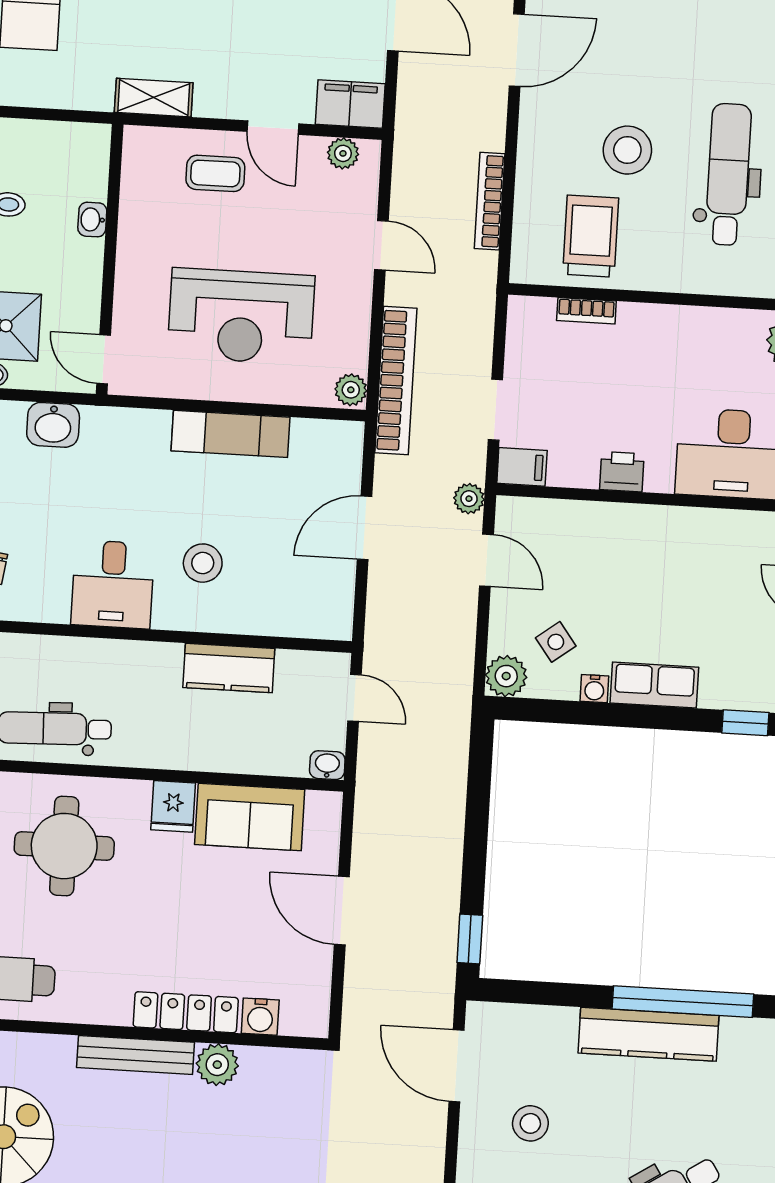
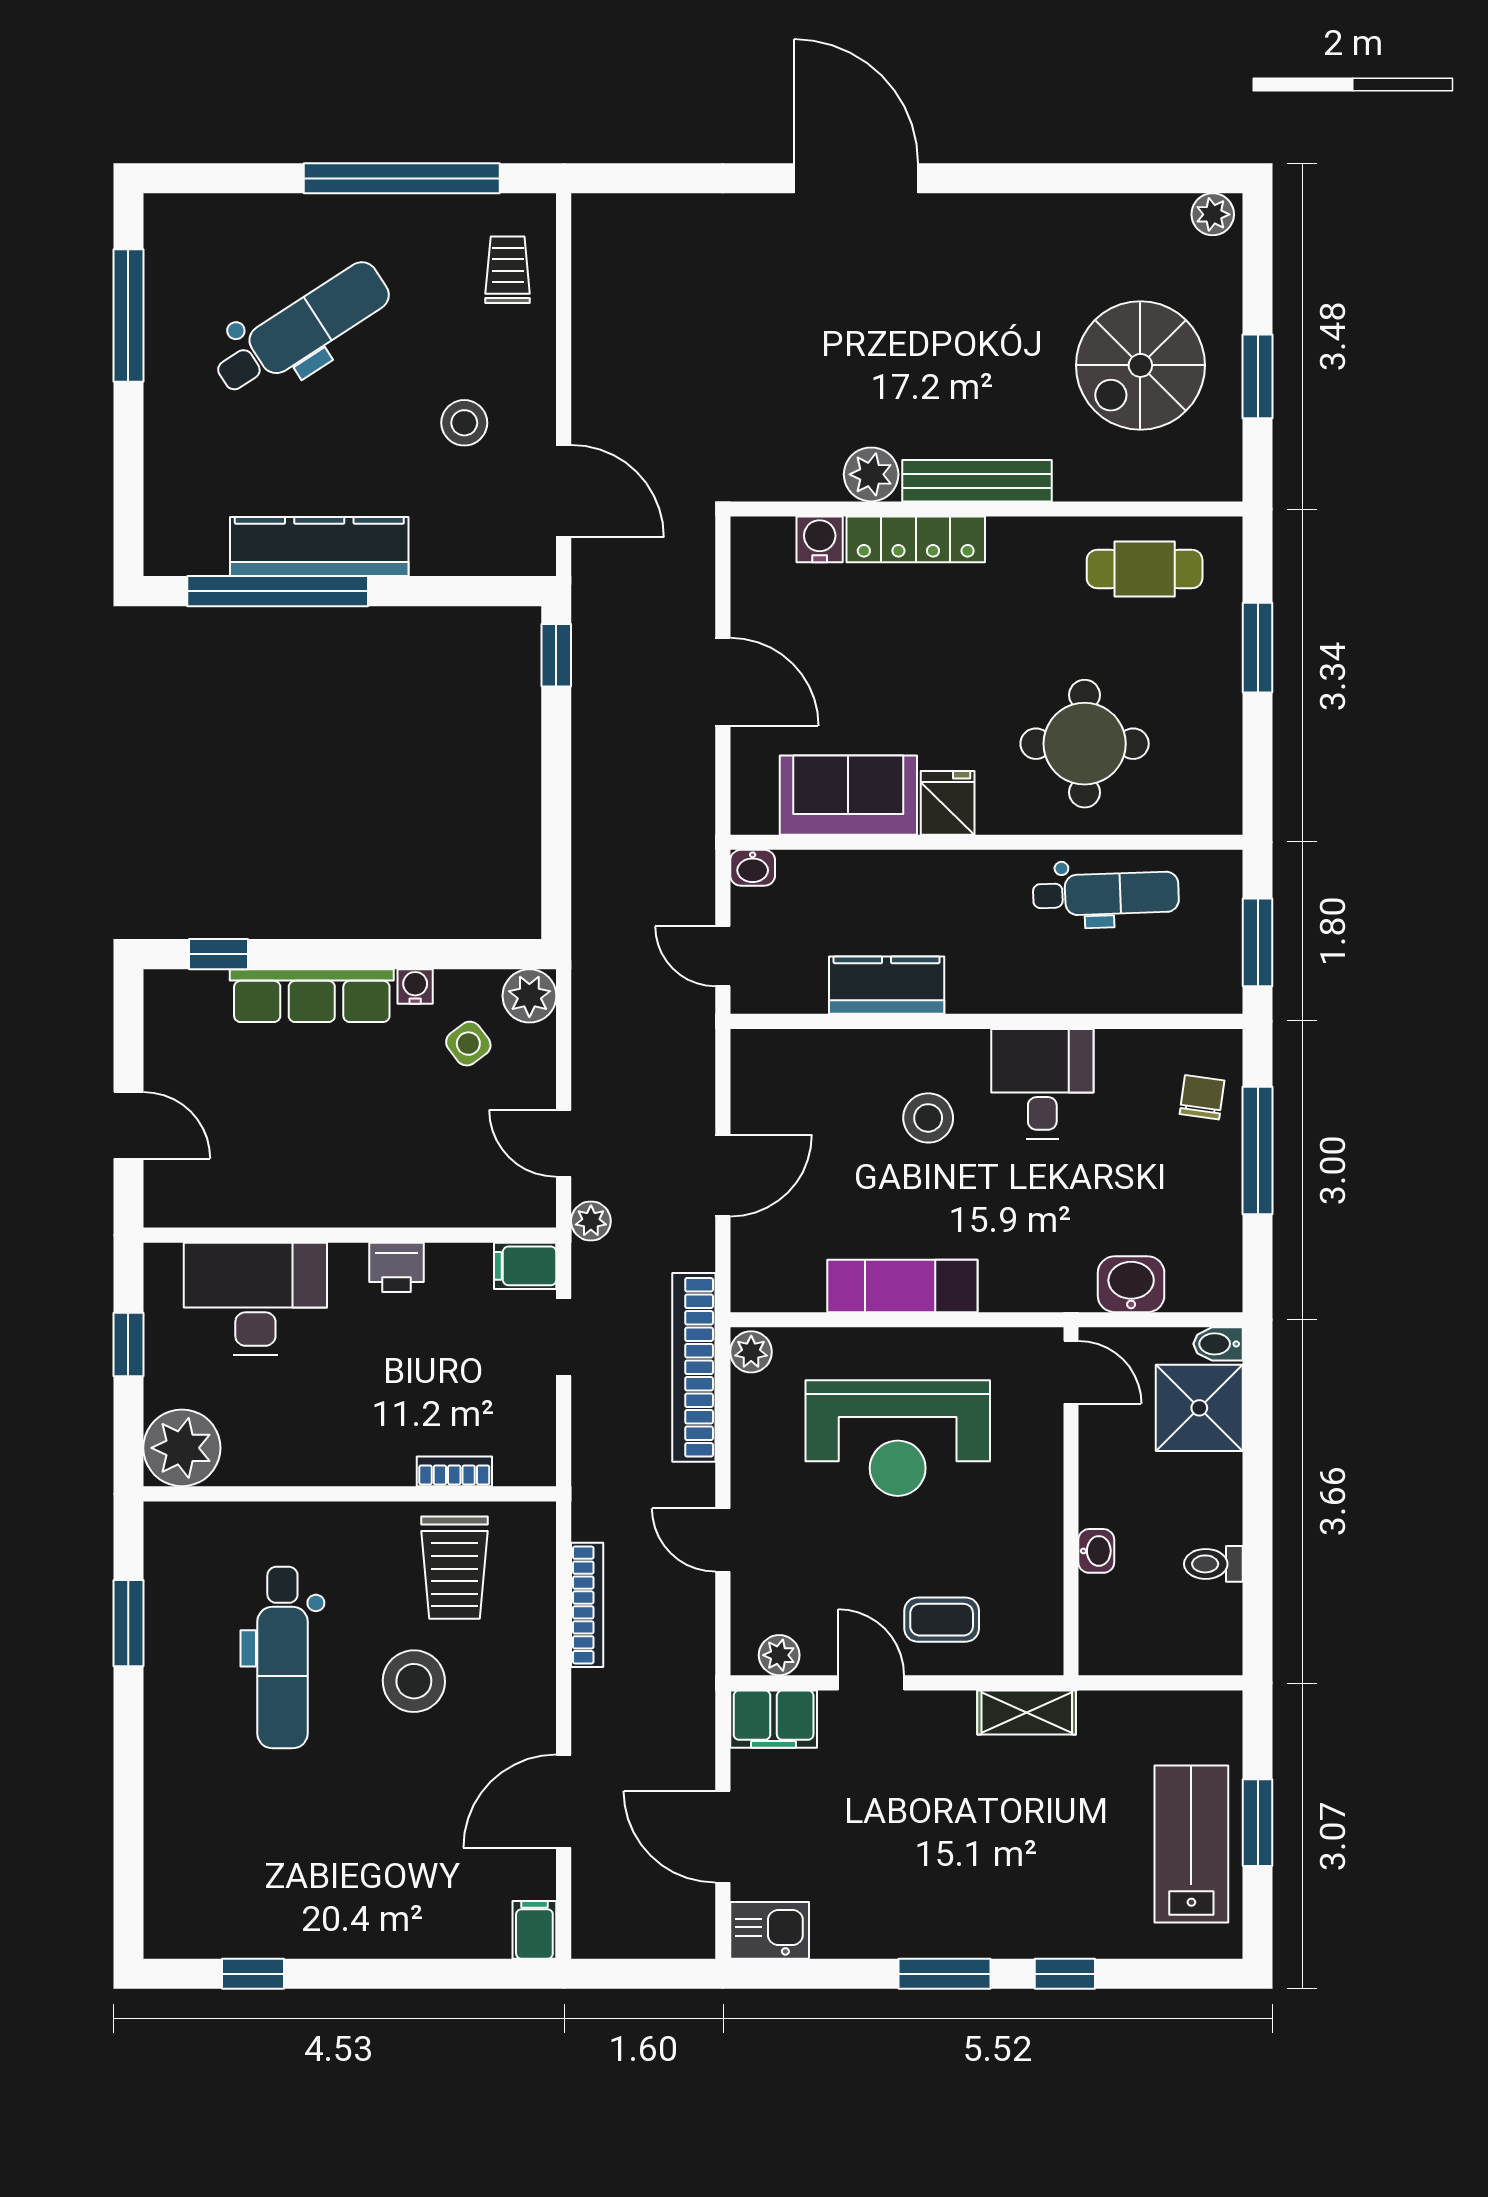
reception desk: (241, 316) -> (898, 1438), turned 180
row of seats: (654, 685) -> (312, 996), width x1.48

